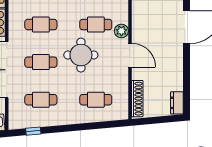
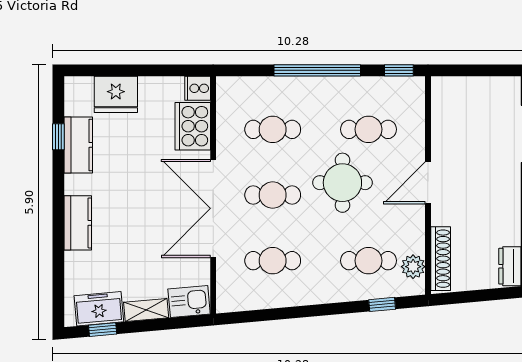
plant: (121, 31) -> (413, 267), moved
door: (130, 55) -> (428, 183), swing flipped
window: (33, 131) -> (382, 304), moved

